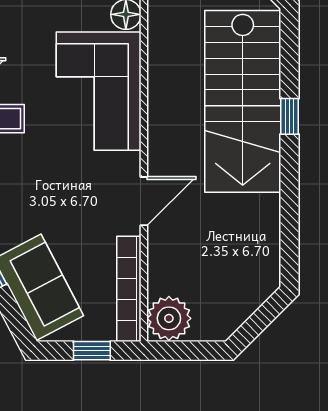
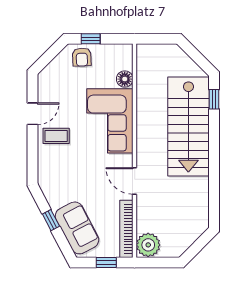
window: (290, 116) -> (214, 99), moved
door: (144, 201) -> (135, 181), swing flipped

